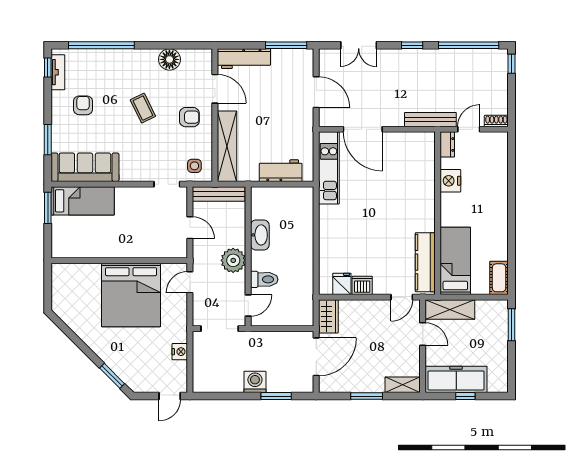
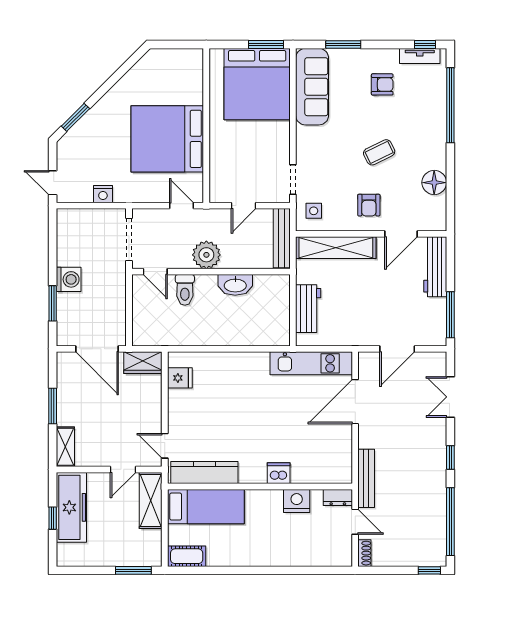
bed: (83, 201) -> (257, 84), width x2.04
dishwasher: (362, 285) -> (279, 473), moved, turned -90

